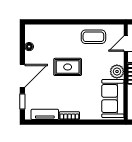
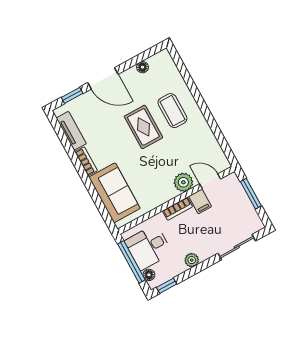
coffee table: (93, 37) -> (172, 111), moved
plant: (117, 72) -> (183, 182), moved
sofa: (113, 99) -> (114, 193), moved, turned 90

